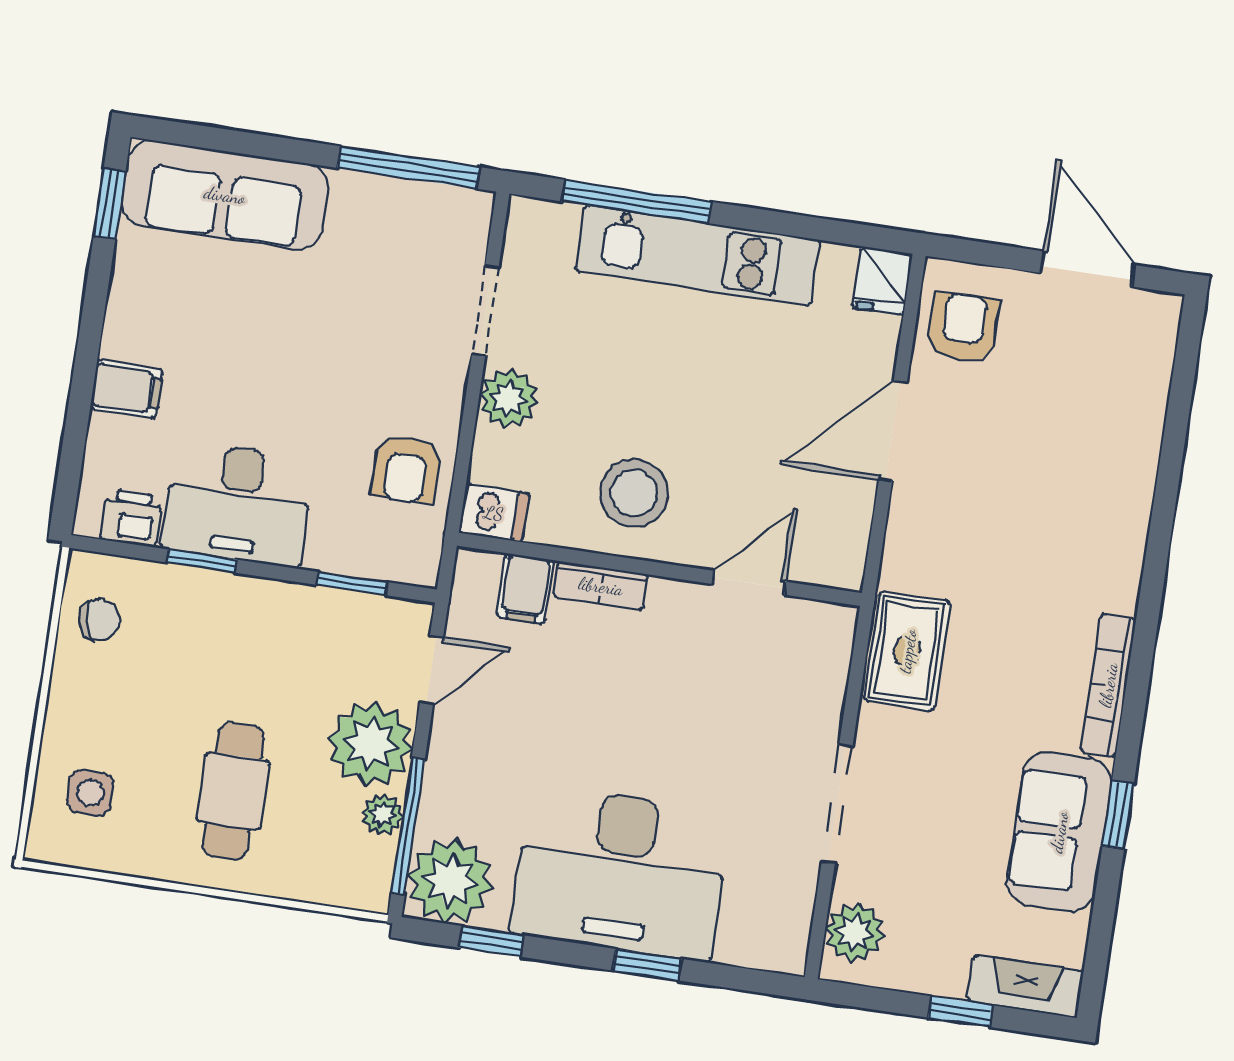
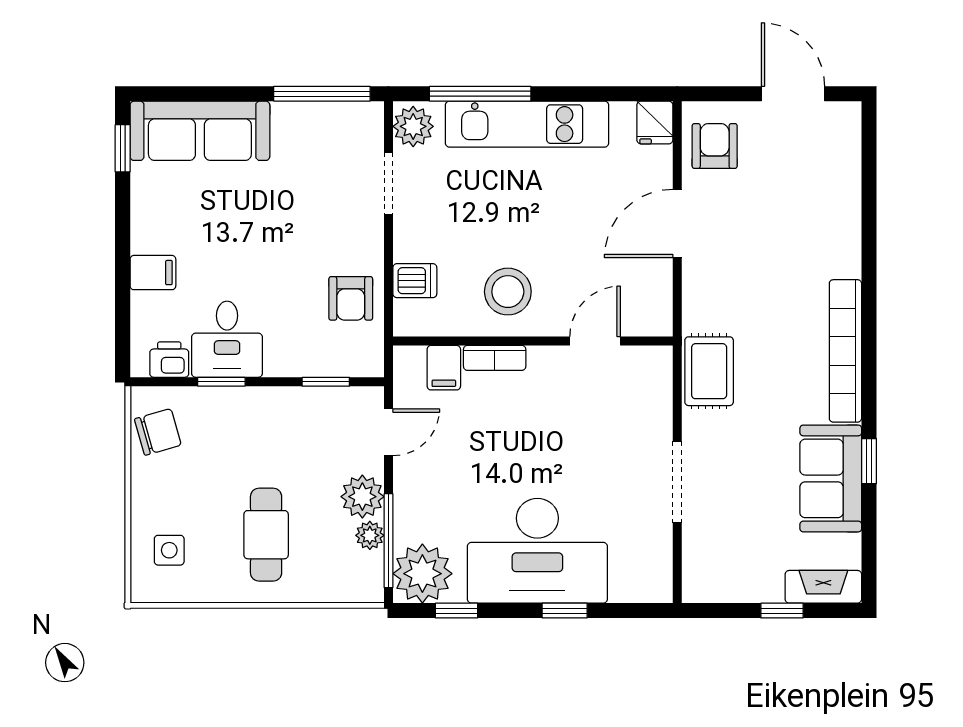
plant: (509, 399) -> (413, 126), moved
desk: (238, 504) -> (227, 339), width x0.73
dishwasher: (494, 513) -> (415, 281), moved
chair: (99, 620) -> (158, 432), width x1.37, depth x1.37
bookcase: (1108, 685) -> (845, 351), width x1.48, depth x1.31
plant: (371, 744) -> (362, 497), width x0.73, depth x0.73
plant: (855, 932) -> (702, 567), removed

